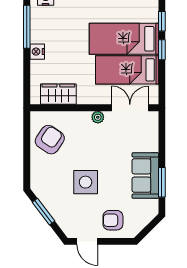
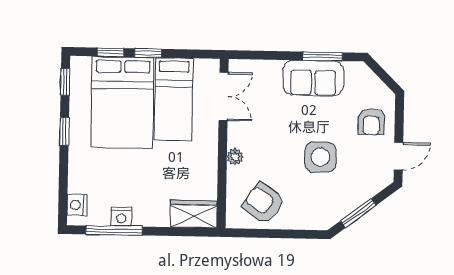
bed: (124, 39) -> (122, 102), width x1.50
nightstand: (37, 52) -> (121, 217), moved
wardrobe: (58, 94) -> (194, 214), moved, turned 90
double door: (130, 108) -> (224, 97), swing flipped
plant: (98, 117) -> (235, 157), moved

